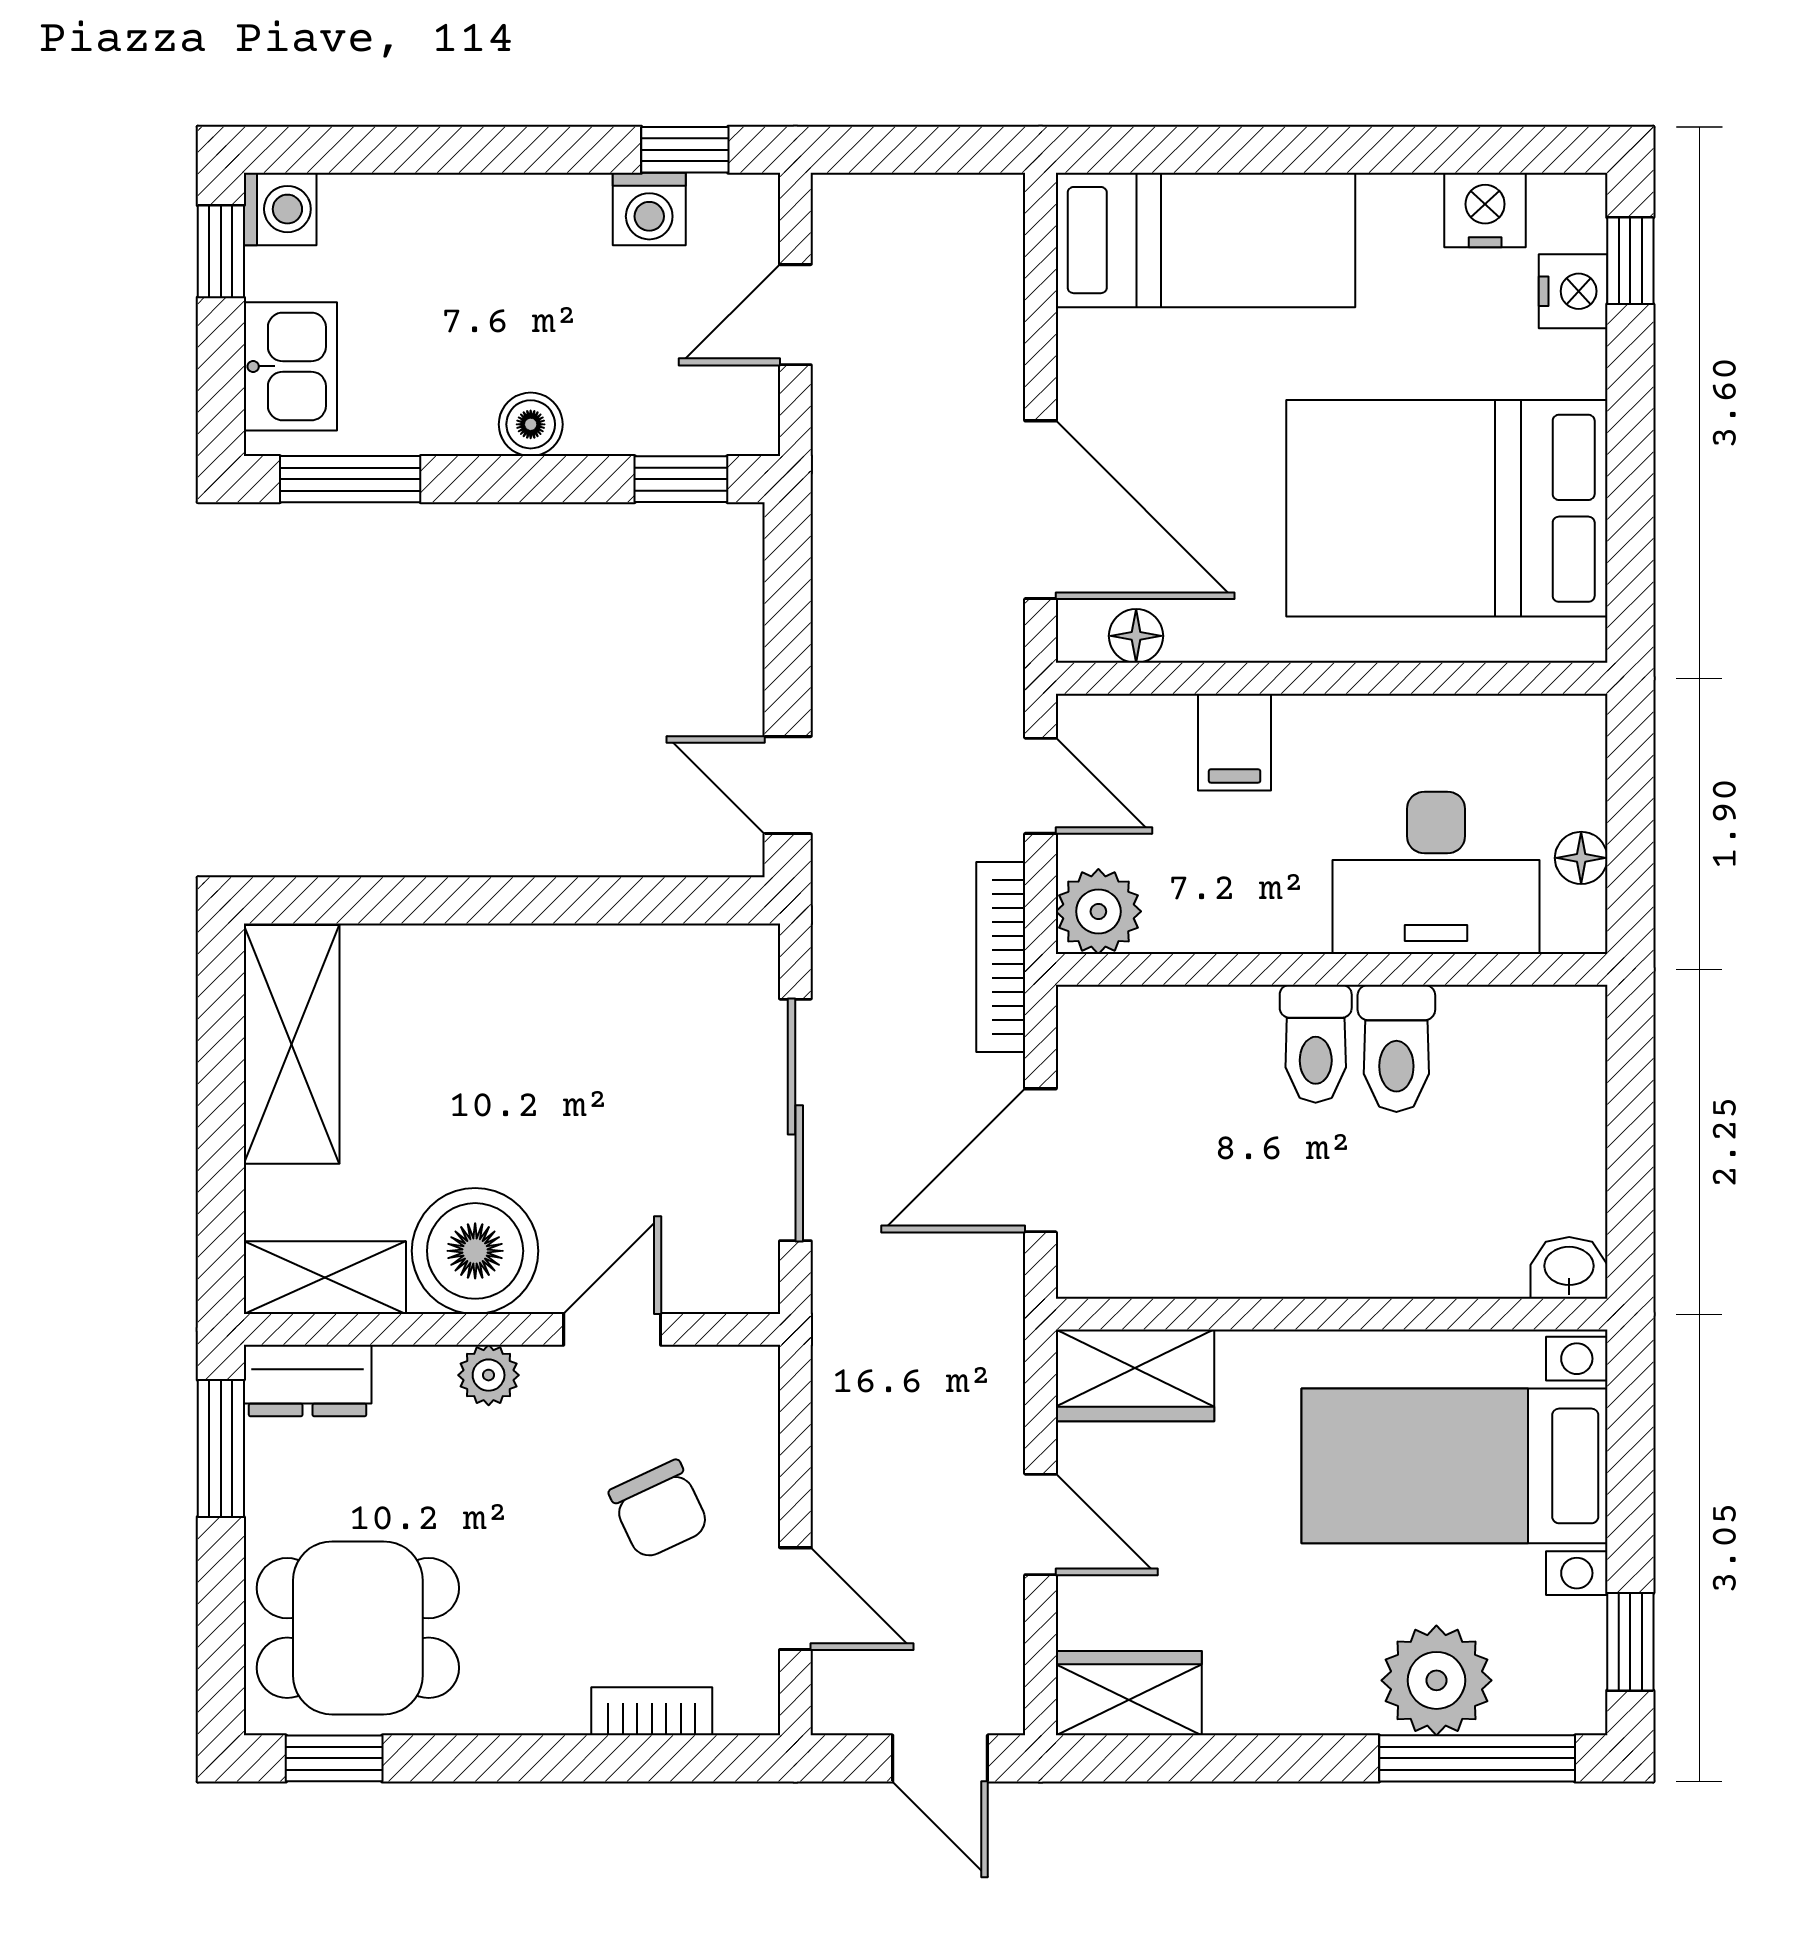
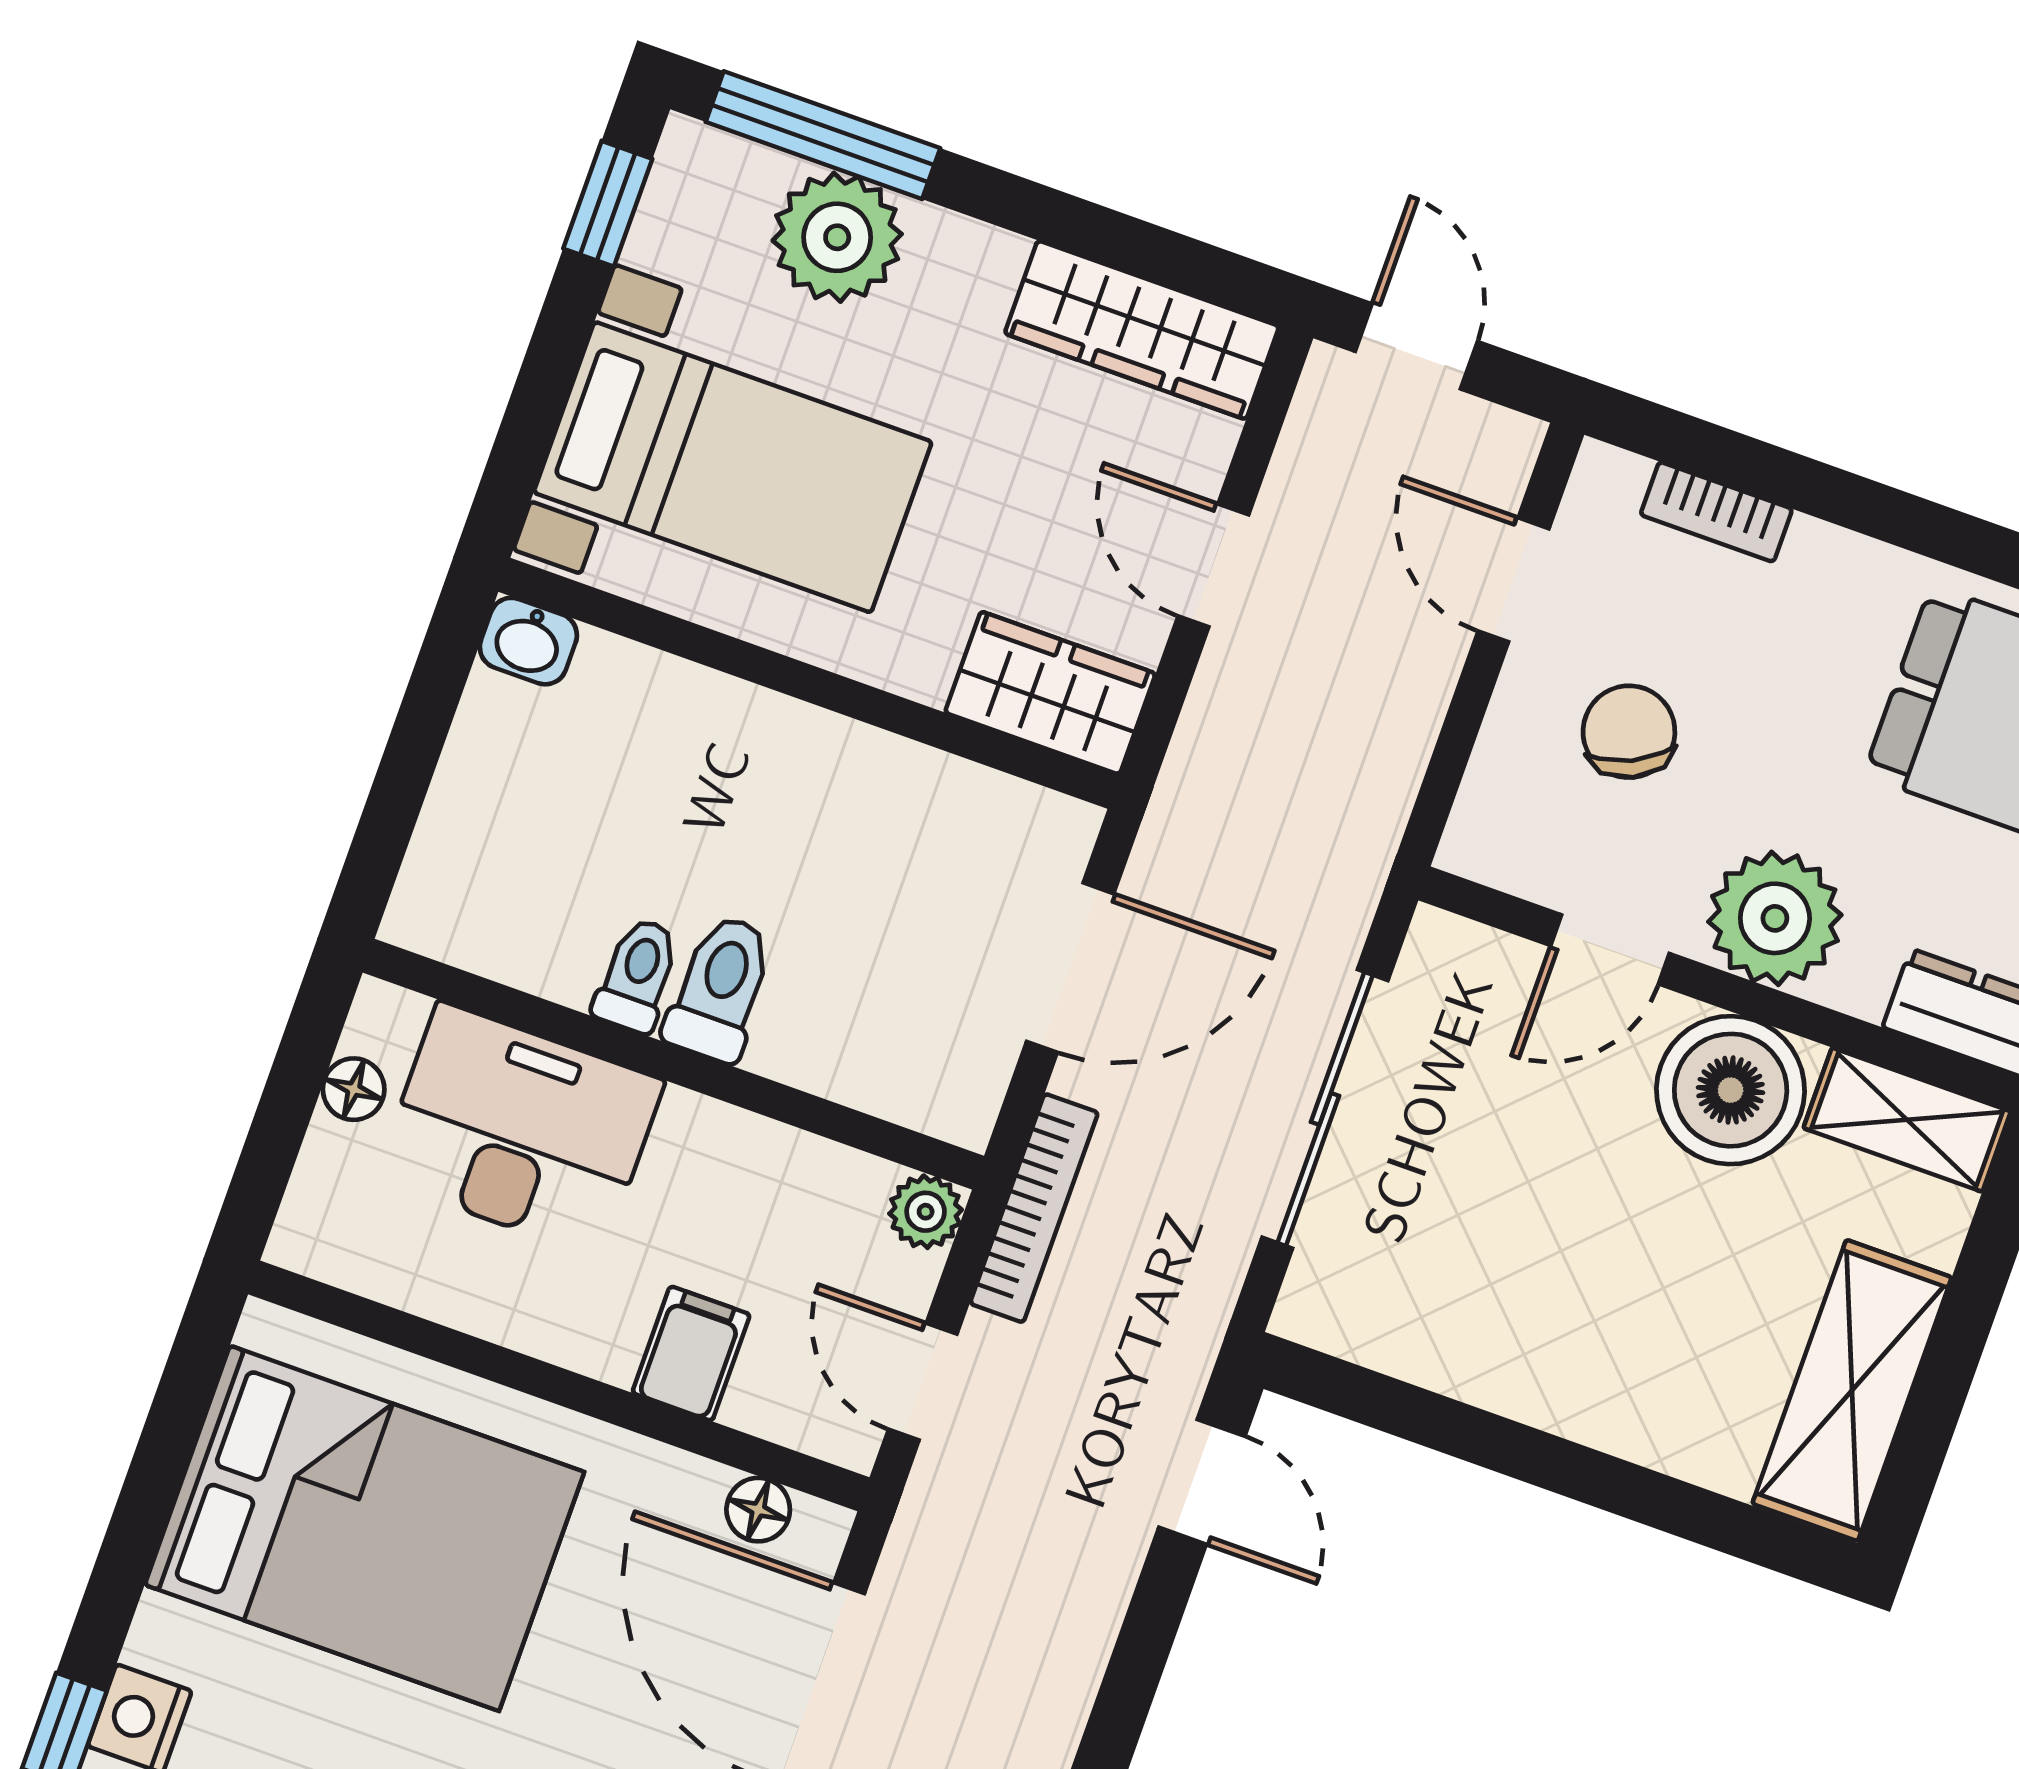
plant: (1098, 911) -> (926, 1212), width x0.73, depth x0.73
toilet: (1396, 1048) -> (637, 975), width x0.73, depth x0.72
plant: (489, 1375) -> (1775, 918), width x1.87, depth x1.87
wardrobe: (1129, 1693) -> (1142, 330), width x1.50

